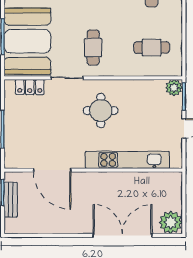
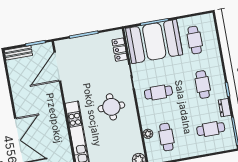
plant: (143, 70) -> (148, 134), added
door: (52, 170) -> (57, 67), moved
bench: (11, 200) -> (18, 53), moved

